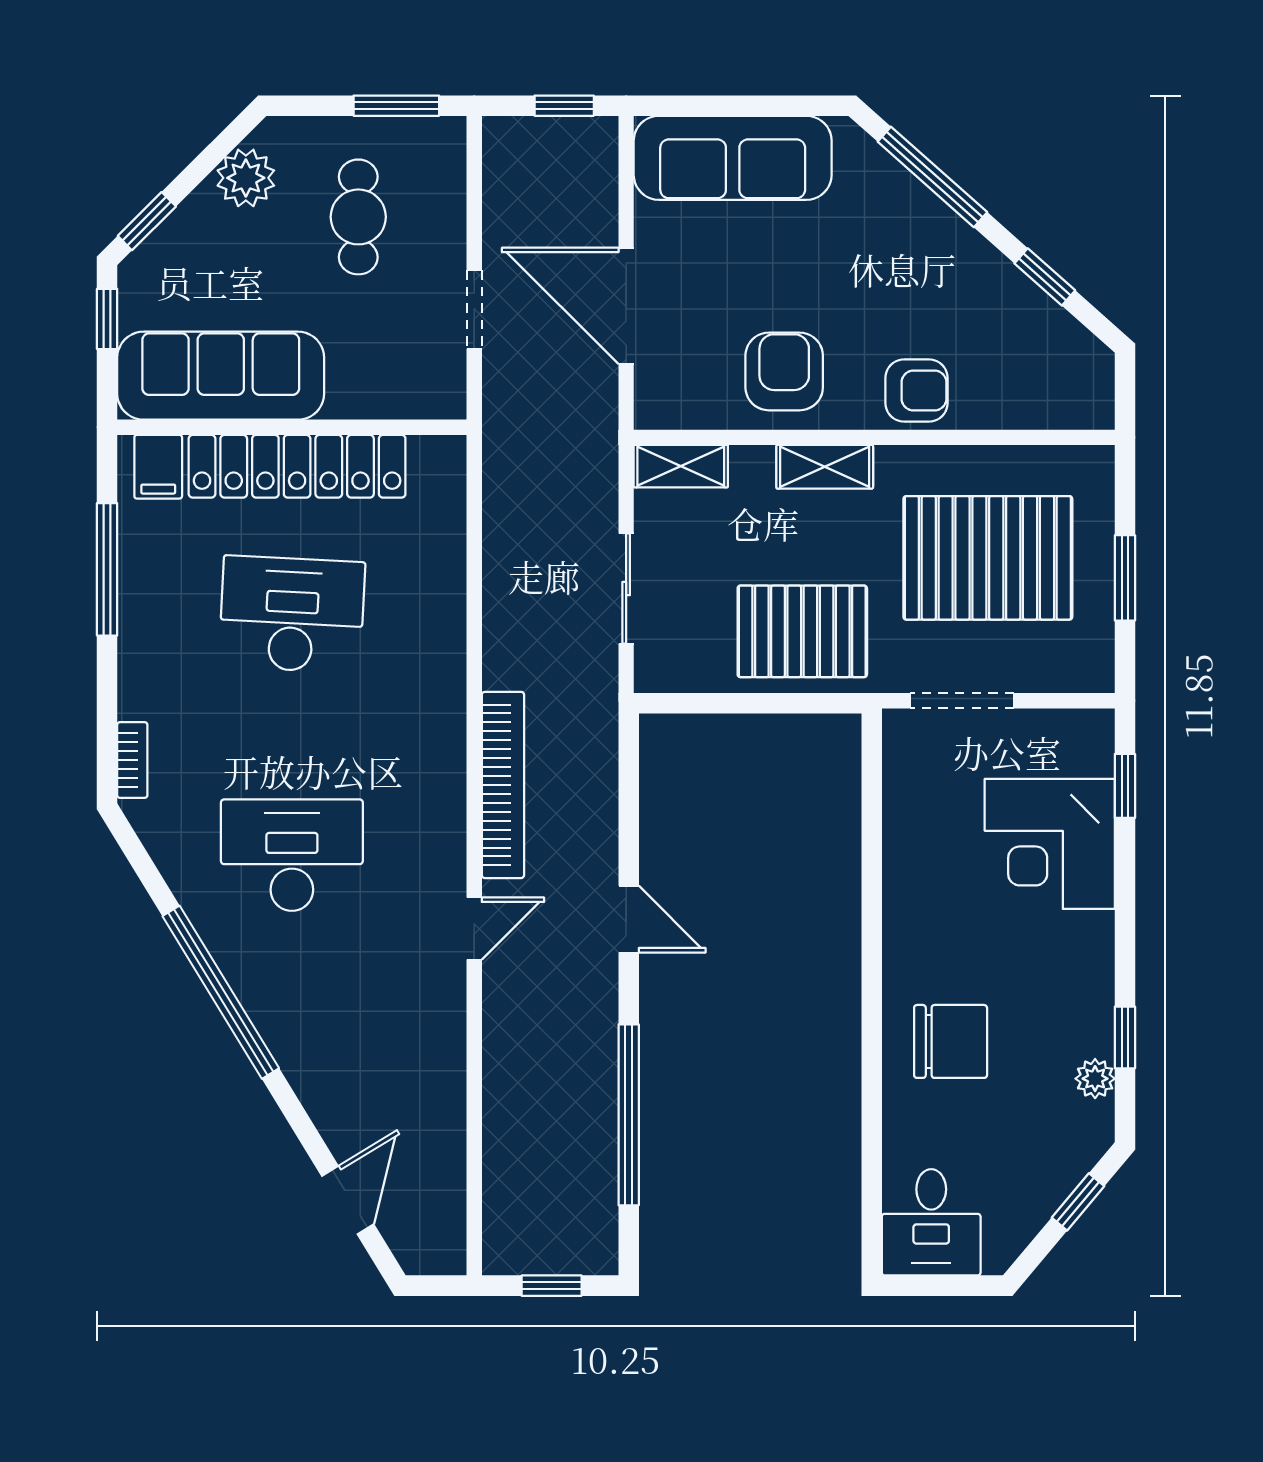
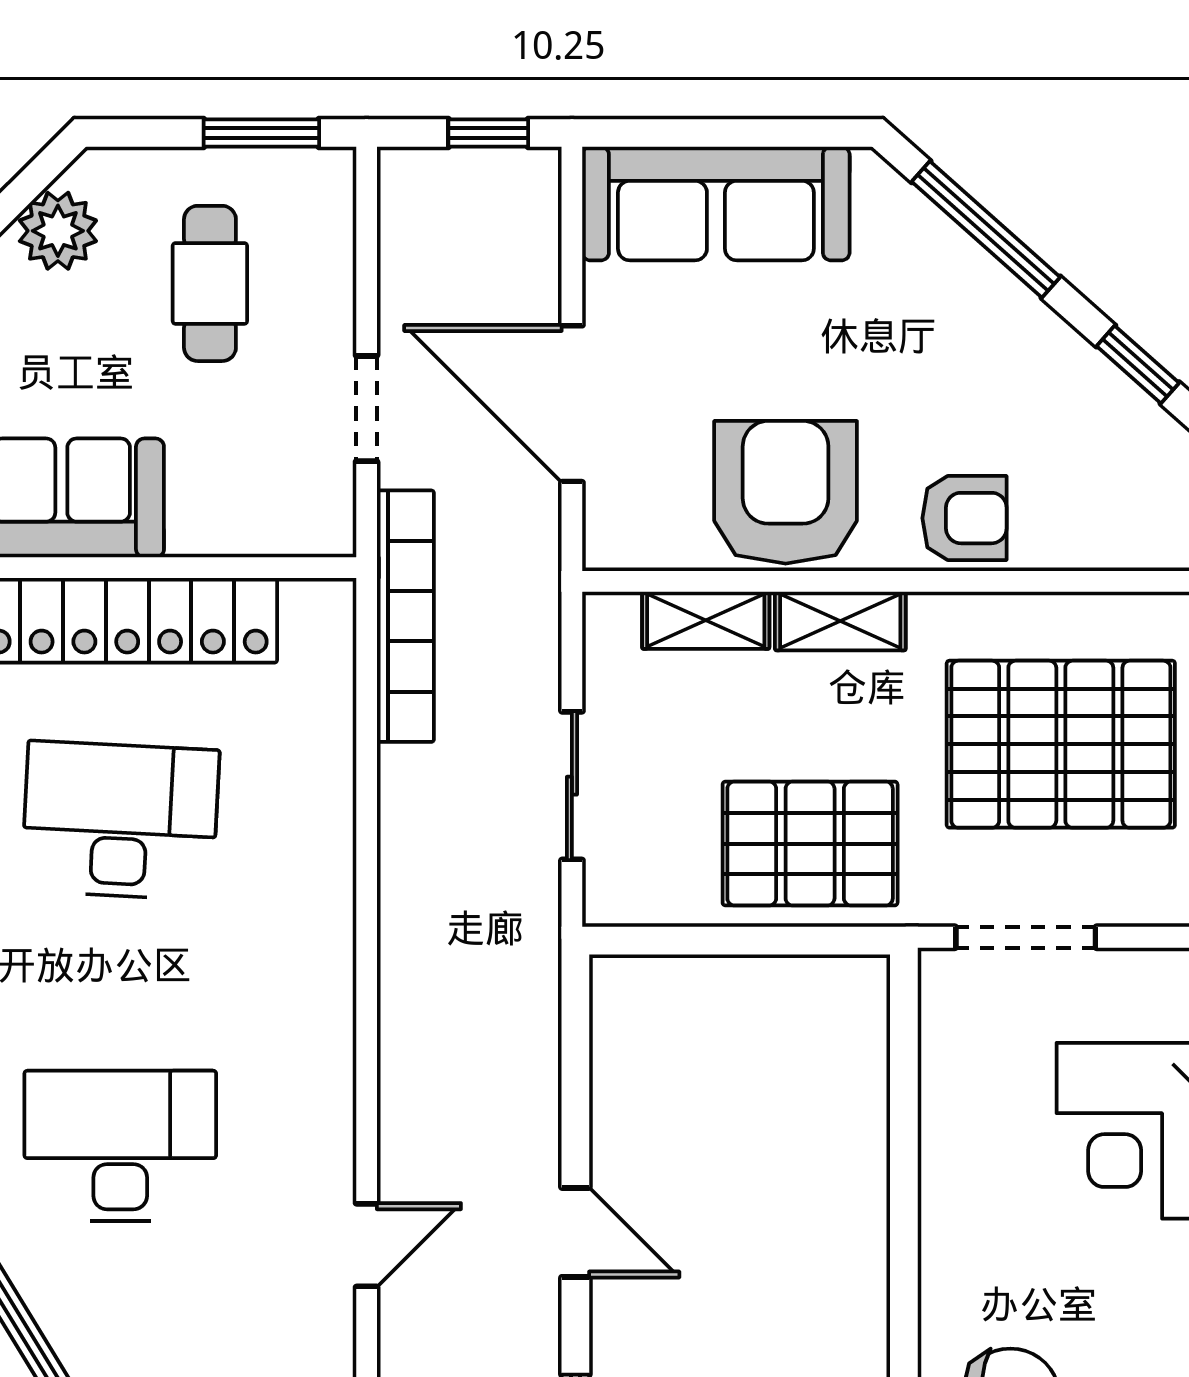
armchair: (784, 371) -> (786, 492), width x1.36, depth x1.36
shelving: (681, 466) -> (706, 620), moved
bookcase: (503, 785) -> (405, 616), moved

